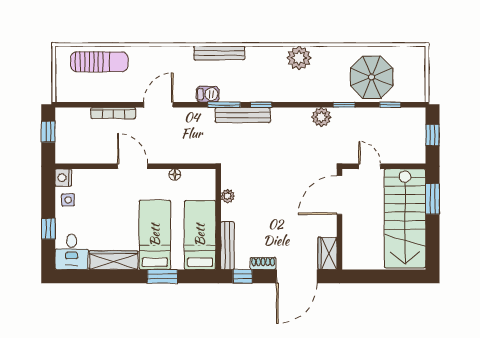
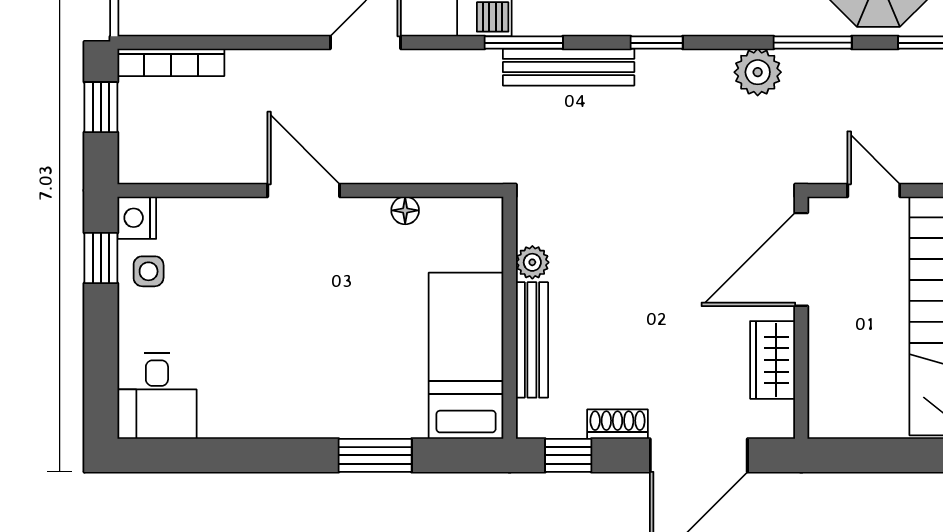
window: (261, 105) -> (657, 43), moved
window: (344, 105) -> (813, 43), width x1.50
bookcase: (113, 113) -> (171, 62), moved
window: (48, 229) -> (101, 258), moved
bed: (155, 235) -> (357, 355), removed
bench: (227, 246) -> (532, 340), moved
wardrobe: (328, 253) -> (773, 360), moved
wardrobe: (114, 260) -> (258, 416), removed

